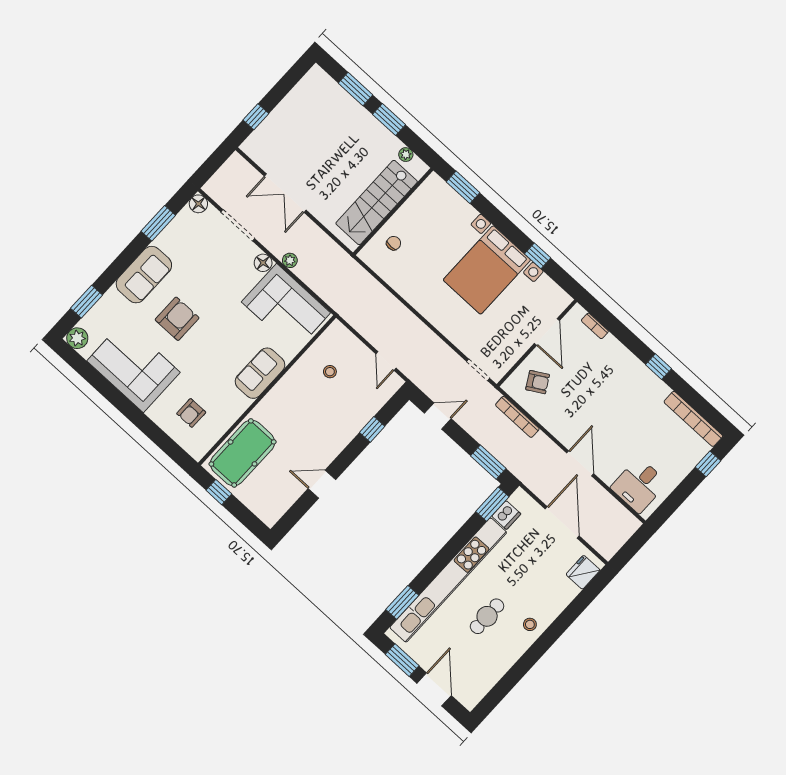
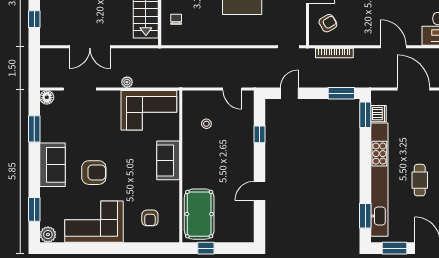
floor lamp: (263, 263) -> (113, 97), removed
armchair: (177, 319) -> (94, 173), turned 90

